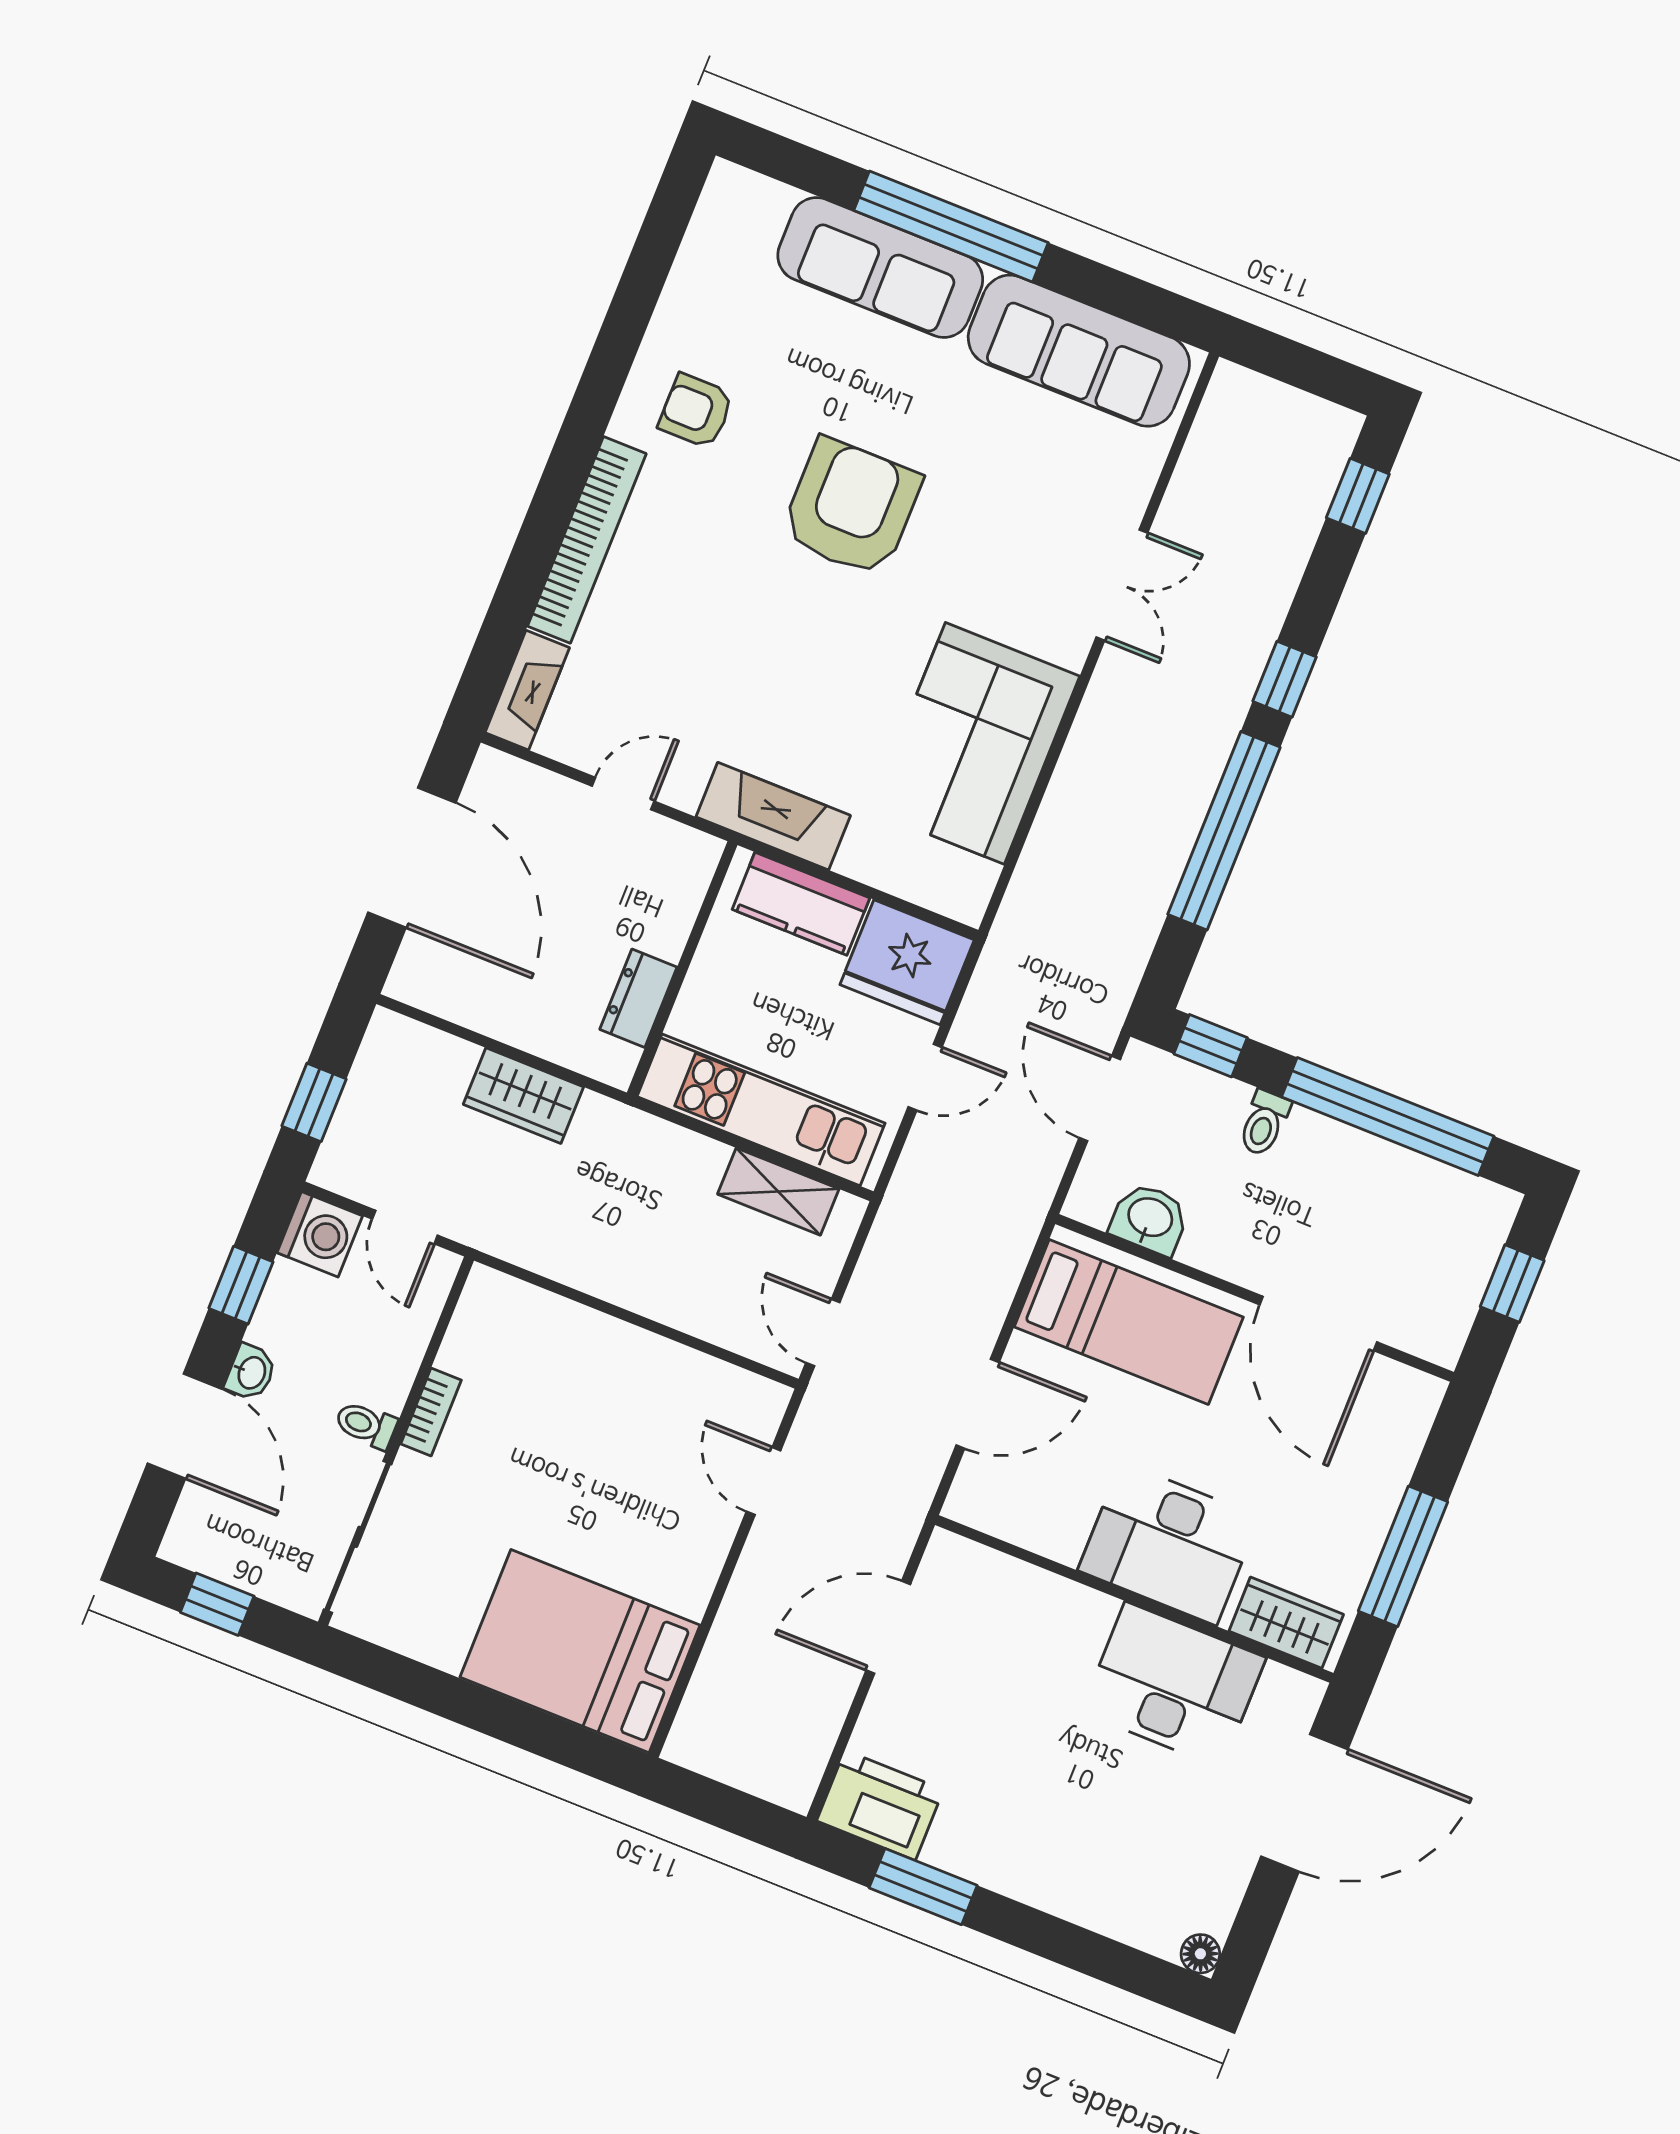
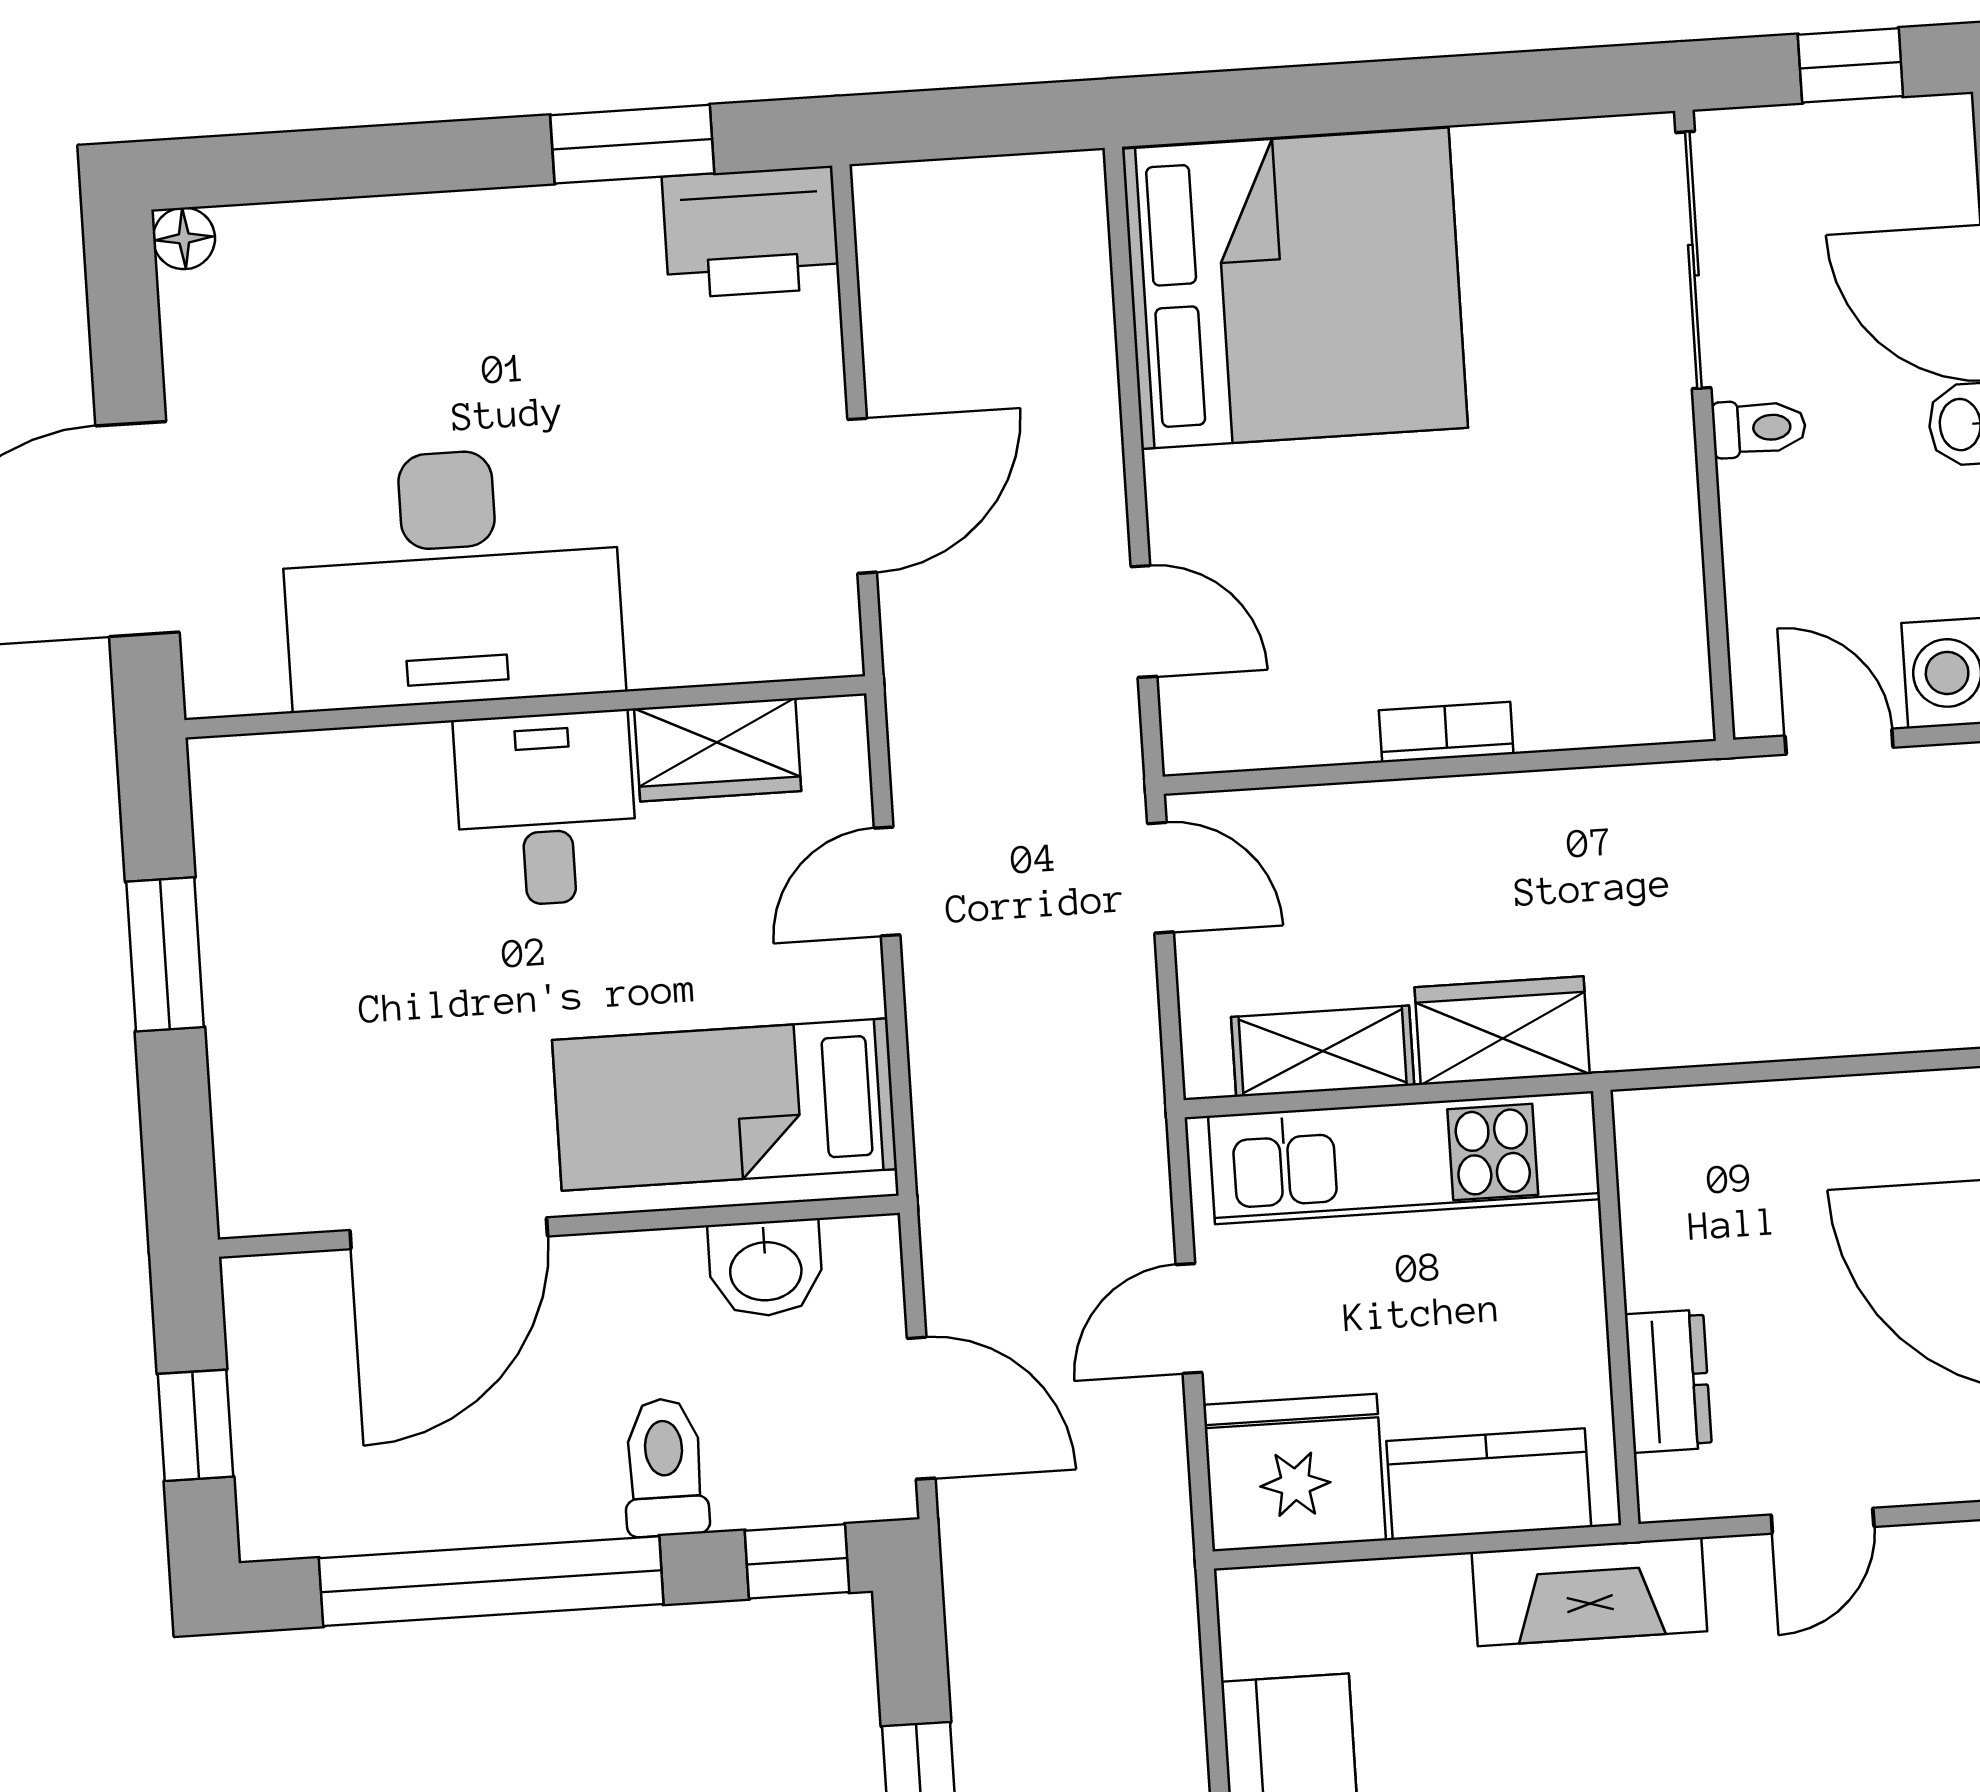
dresser: (638, 998) -> (1668, 1381), moved
wardrobe: (523, 1096) -> (1502, 1031), moved
toilet: (1264, 1123) -> (665, 1467), width x1.37, depth x1.39
door: (1318, 1323) -> (449, 1233), swing flipped
door: (978, 1404) -> (887, 882), width x0.73
bookcase: (431, 1412) -> (1446, 732), moved, turned 90
desk: (1169, 1544) -> (546, 809), width x0.73
window: (1403, 1556) -> (165, 954), width x0.69
wardrobe: (1286, 1623) -> (718, 750), moved
bed: (580, 1651) -> (1295, 288), width x1.36
desk: (1173, 1685) -> (451, 578), width x1.36, depth x1.30

